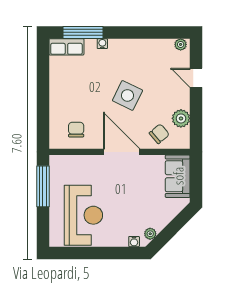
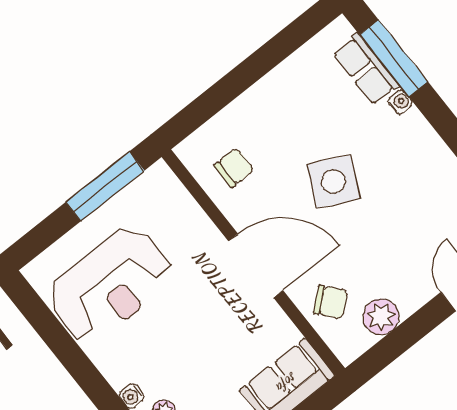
row of seats: (66, 47) -> (366, 69), moved
side table: (127, 95) -> (334, 181), moved
door: (122, 152) -> (256, 266), hinge flipped

